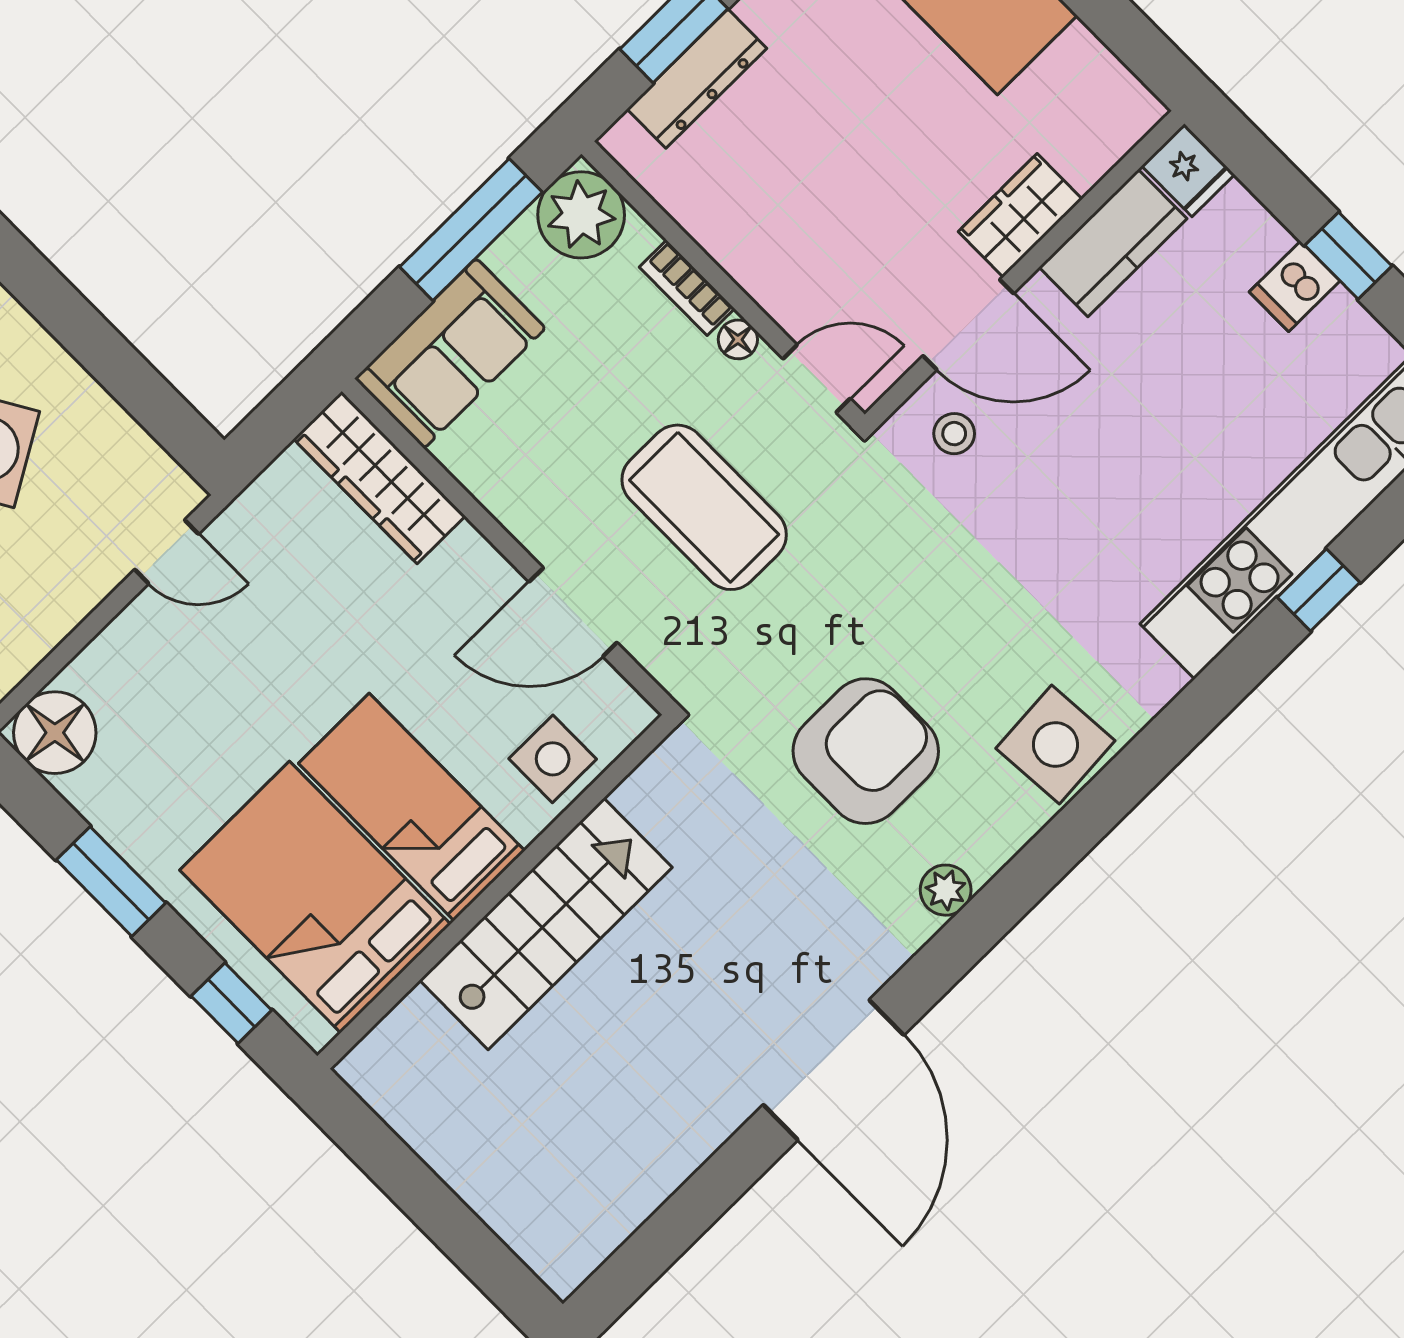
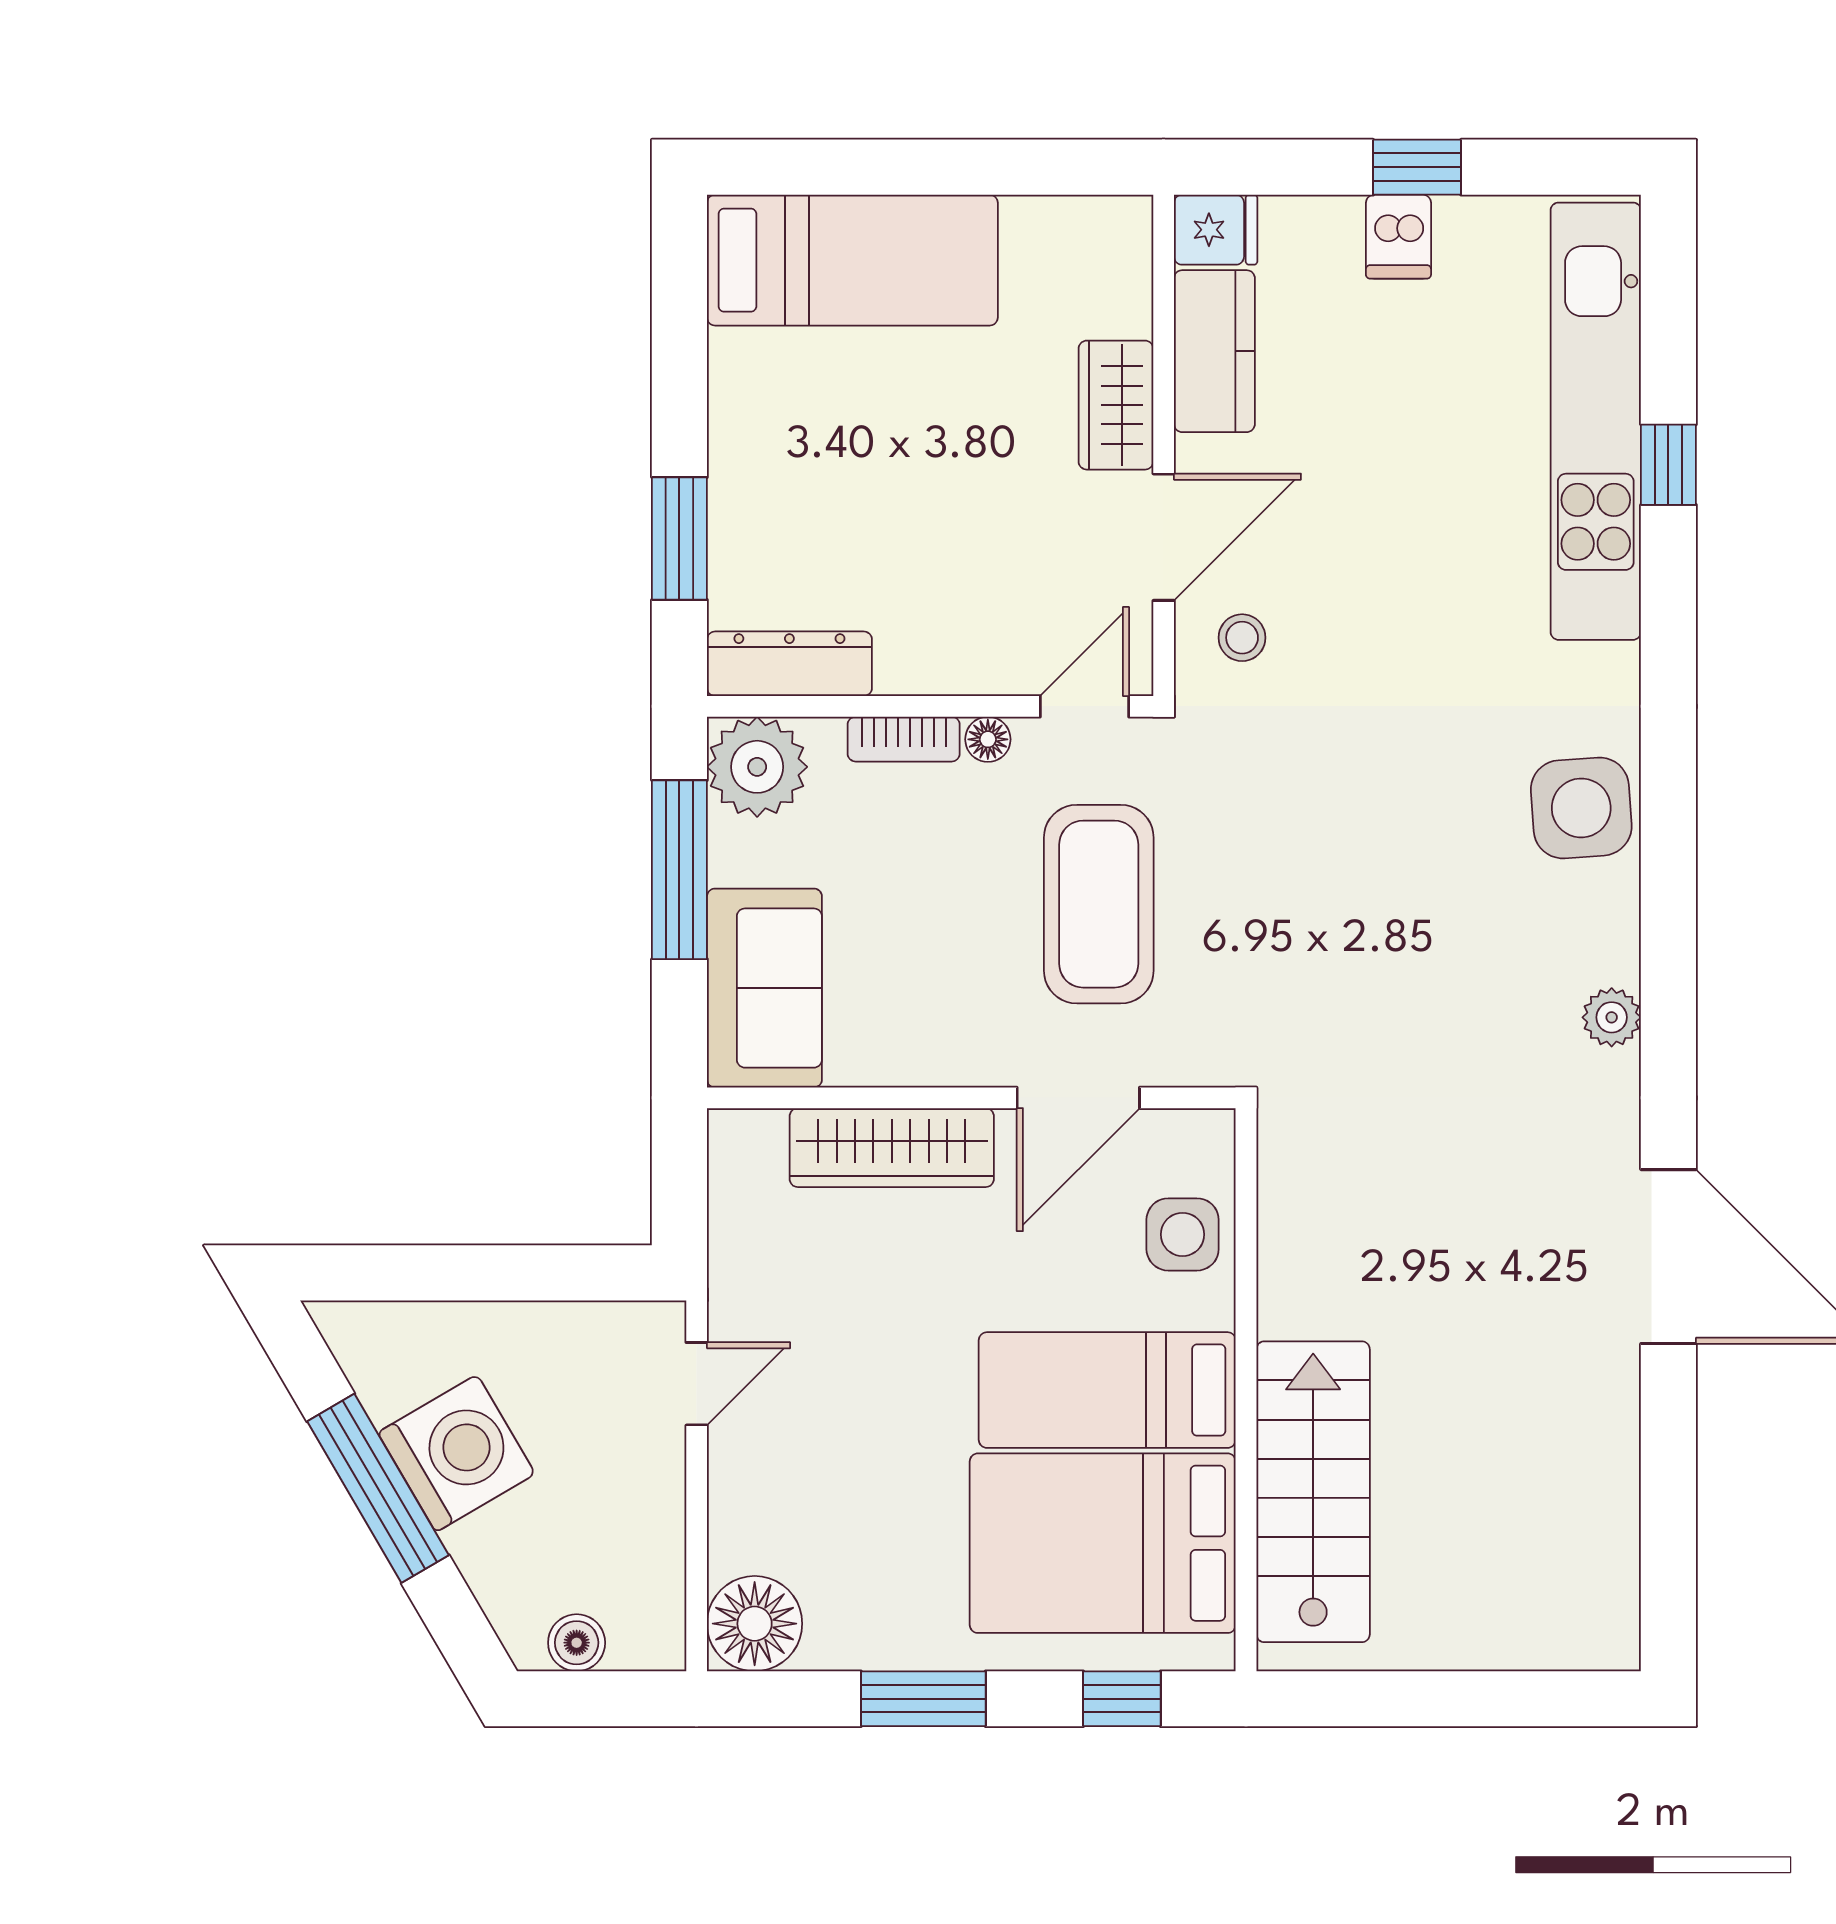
dresser: (697, 79) -> (789, 664), moved, turned -90
wardrobe: (379, 477) -> (892, 1148), moved
coffee table: (704, 507) -> (1099, 904), turned 90
armchair: (866, 751) -> (1432, 970), removed
stairs: (546, 924) -> (1313, 1492), moved

